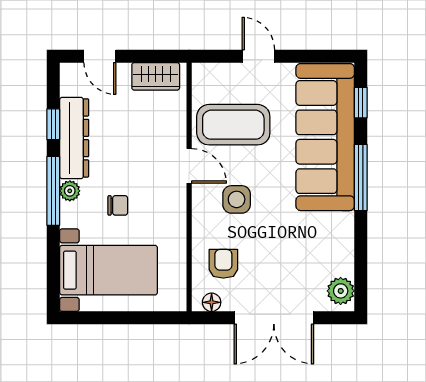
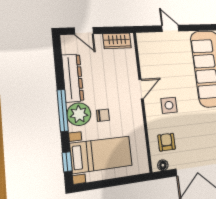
window: (53, 124) -> (67, 162), moved
coffee table: (233, 125) -> (162, 65), removed
door: (189, 166) -> (141, 89), hinge flipped
plant: (70, 191) -> (79, 114), width x1.87, depth x1.87

